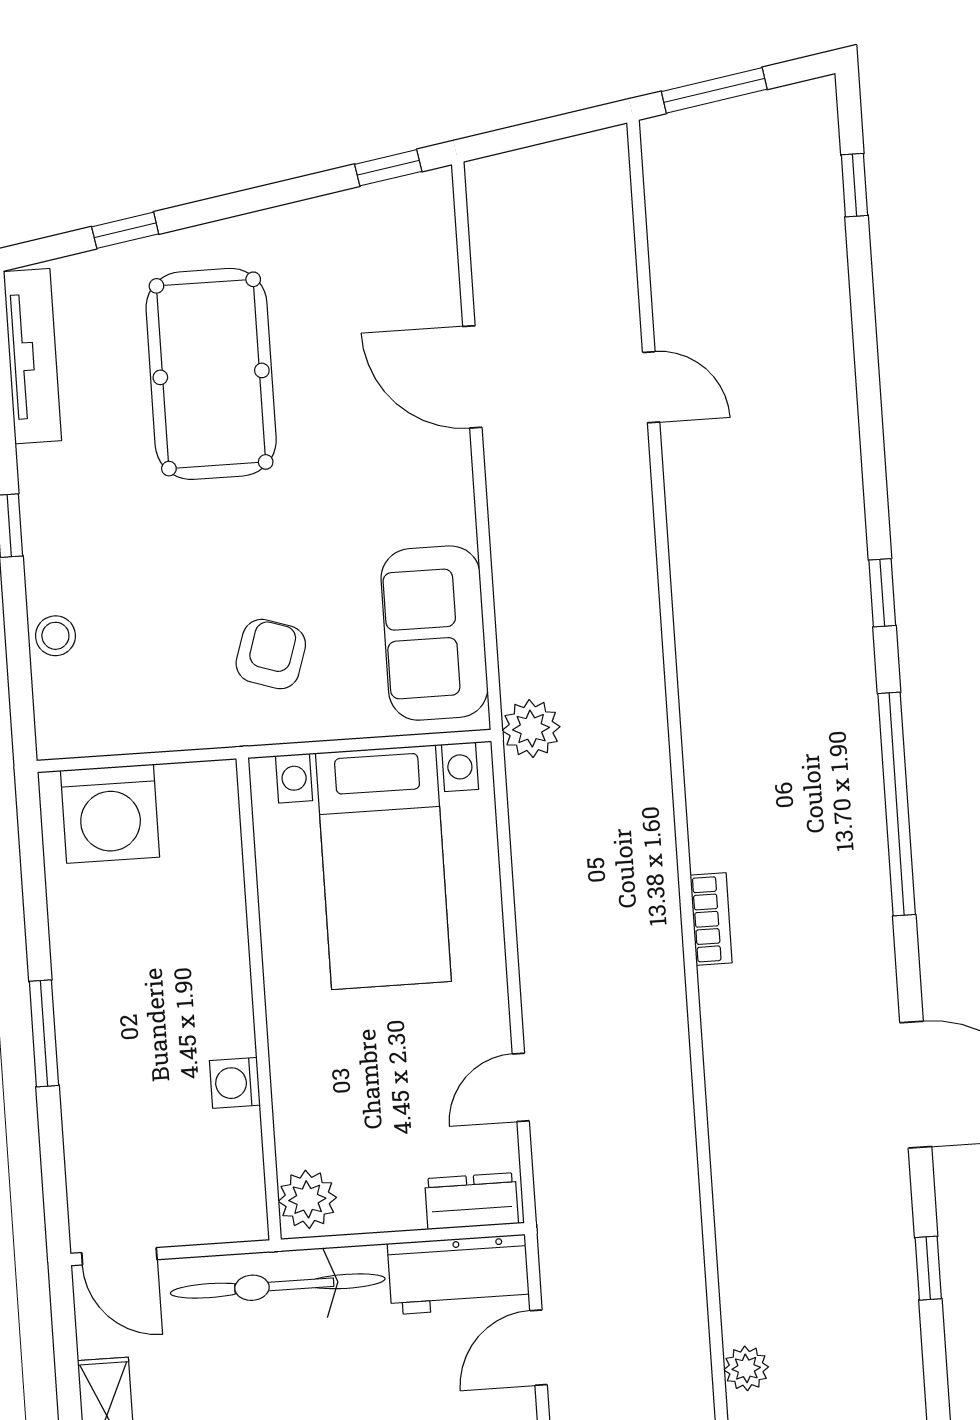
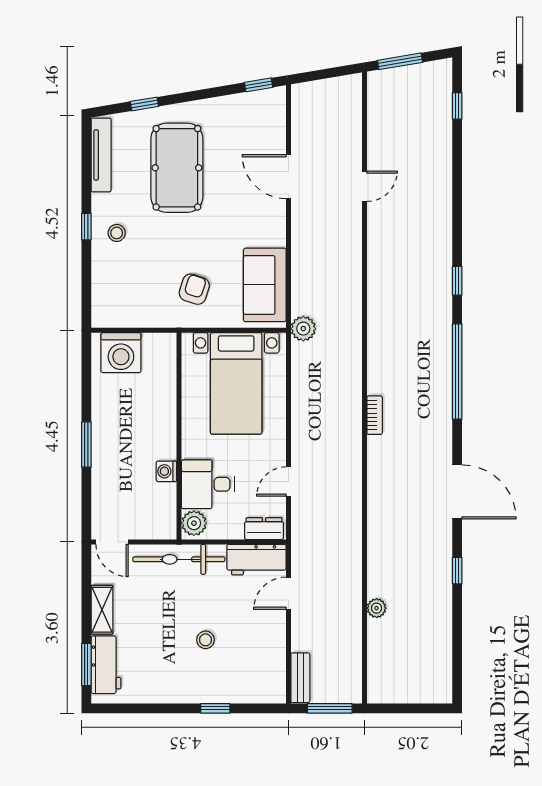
door: (651, 387) -> (364, 186), hinge flipped
stool: (55, 636) -> (117, 233), moved
desk: (333, 1106) -> (208, 484), added

